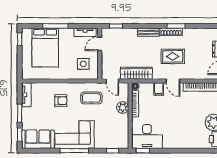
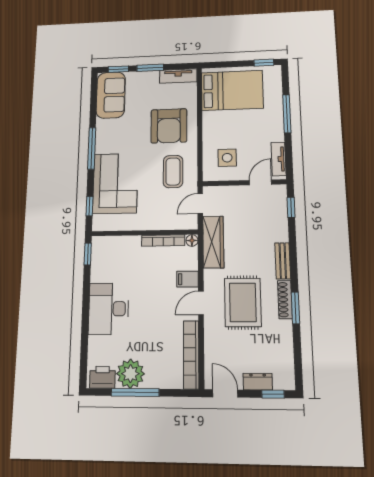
door: (100, 44) -> (260, 182), hinge flipped
bed: (45, 48) -> (232, 90), moved, turned 180
rug: (173, 56) -> (243, 302), width x1.36, depth x1.43
armchair: (61, 101) -> (169, 126), width x1.88, depth x1.88
plant: (123, 107) -> (157, 221), removed
corner sofa: (74, 135) -> (115, 183), moved
desk: (147, 137) -> (109, 309), moved

